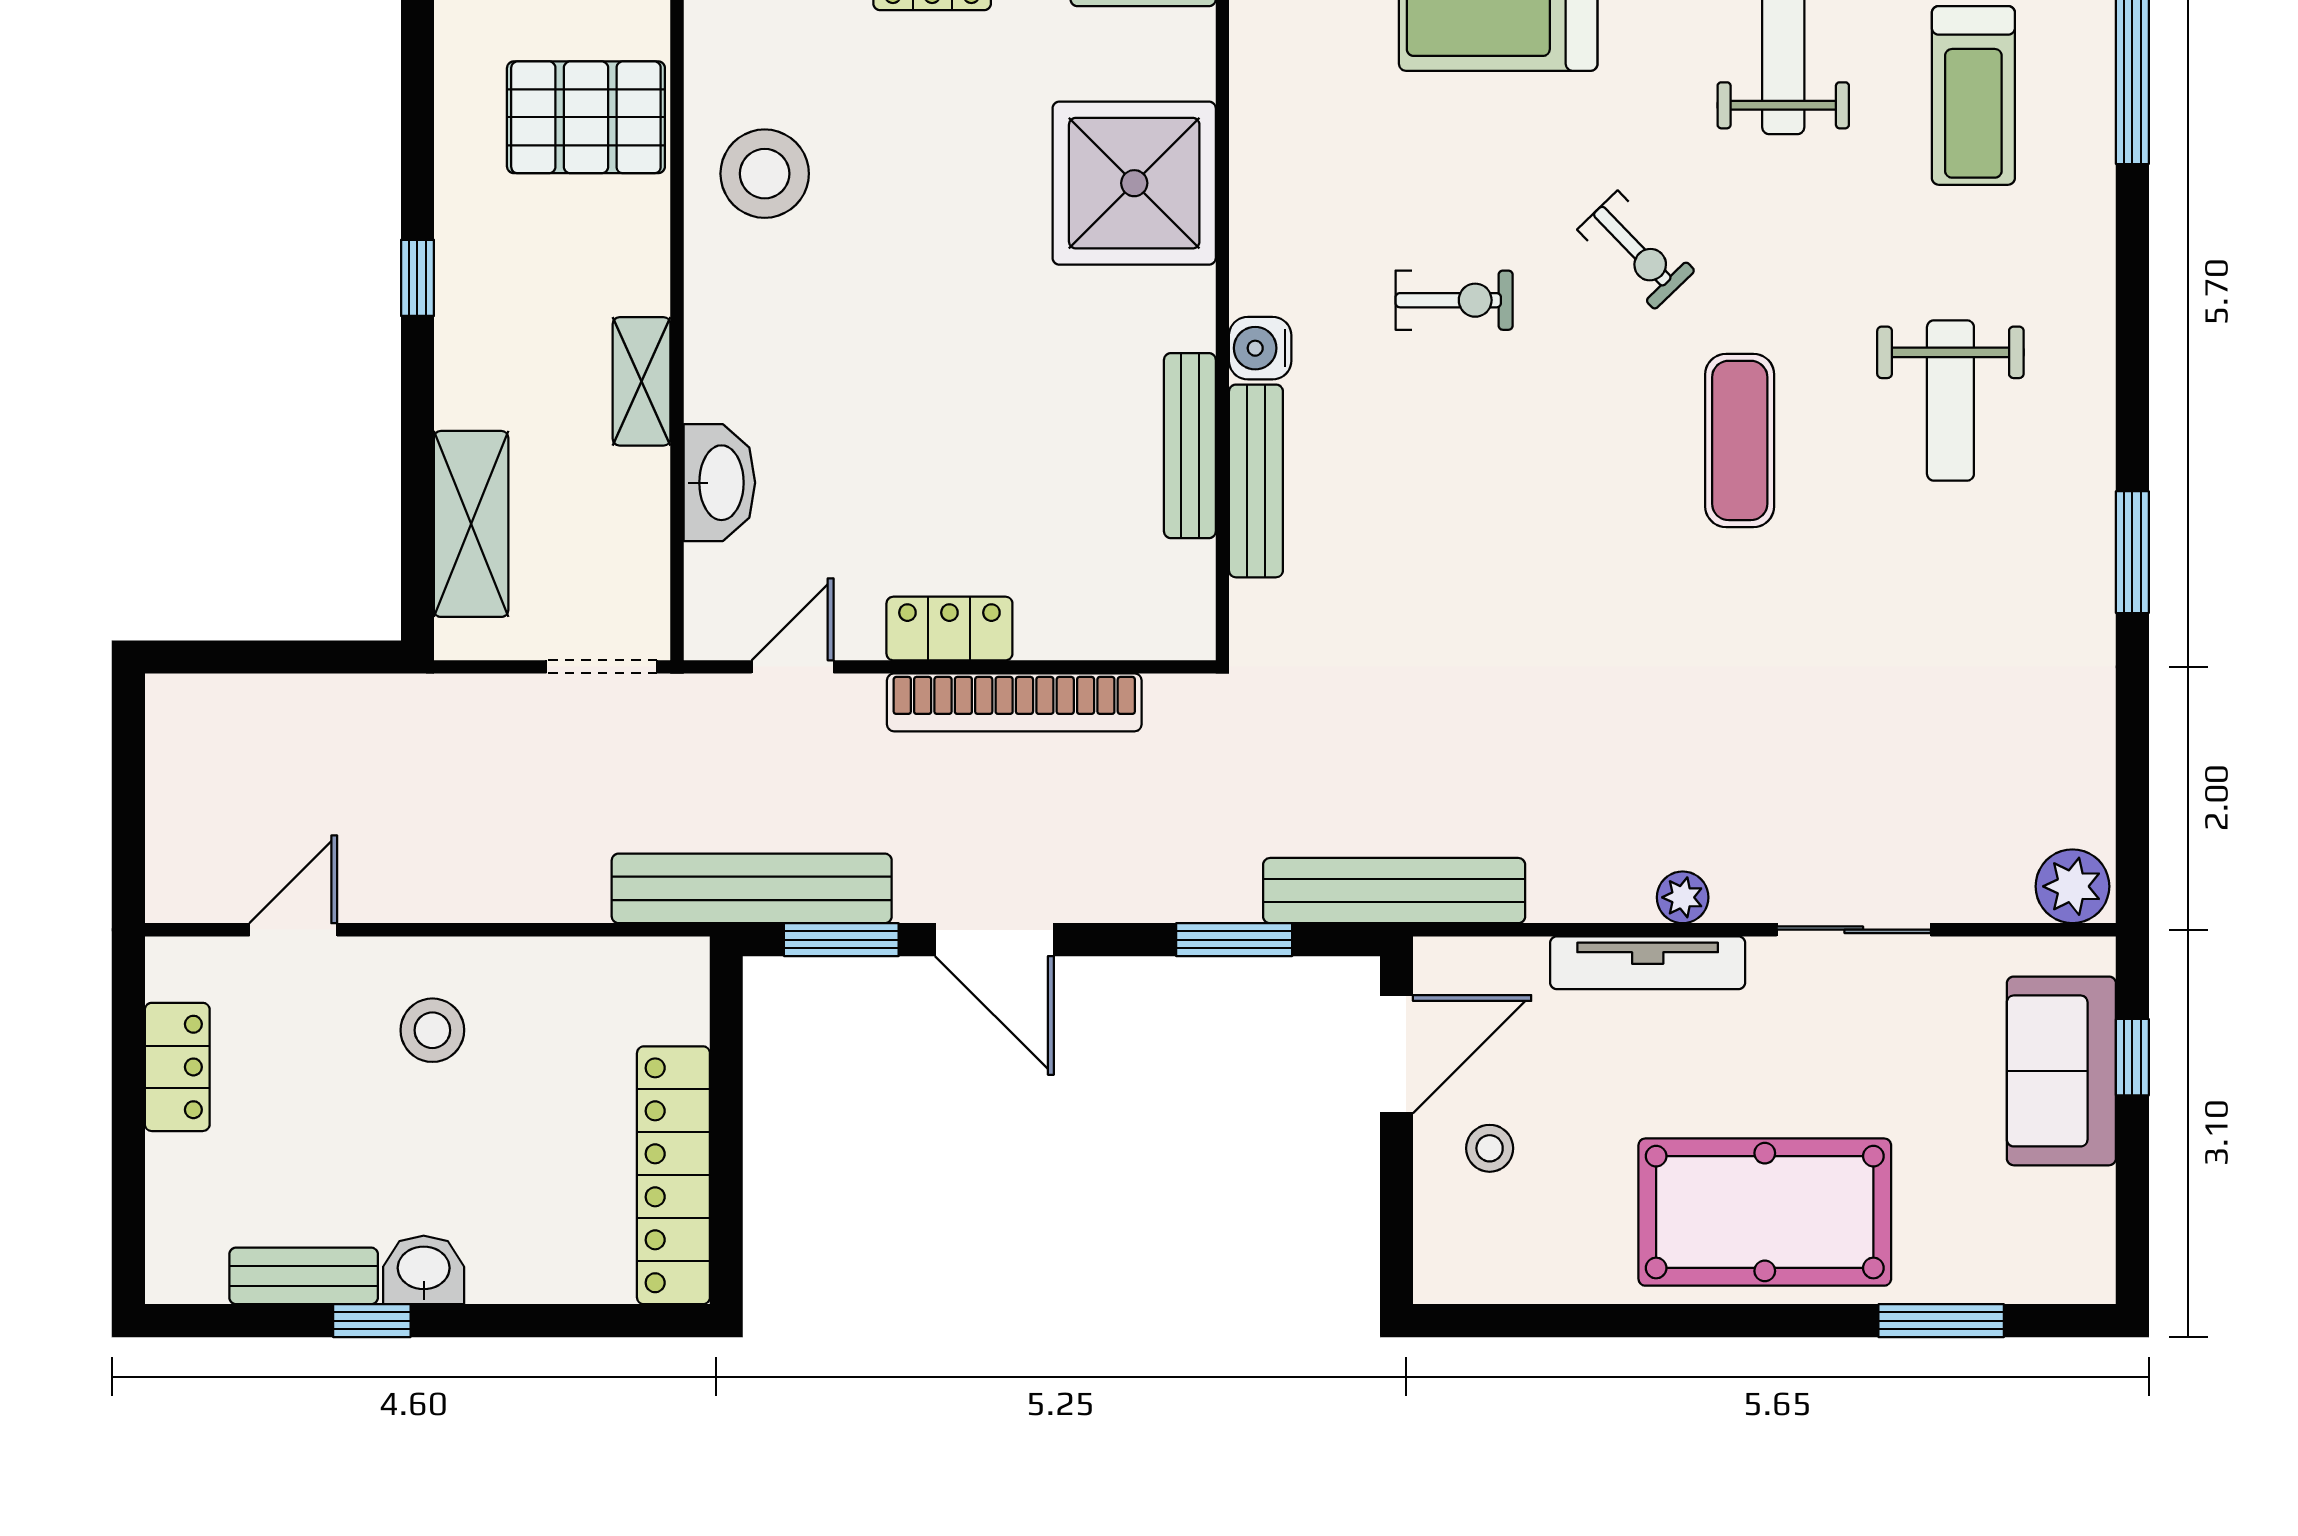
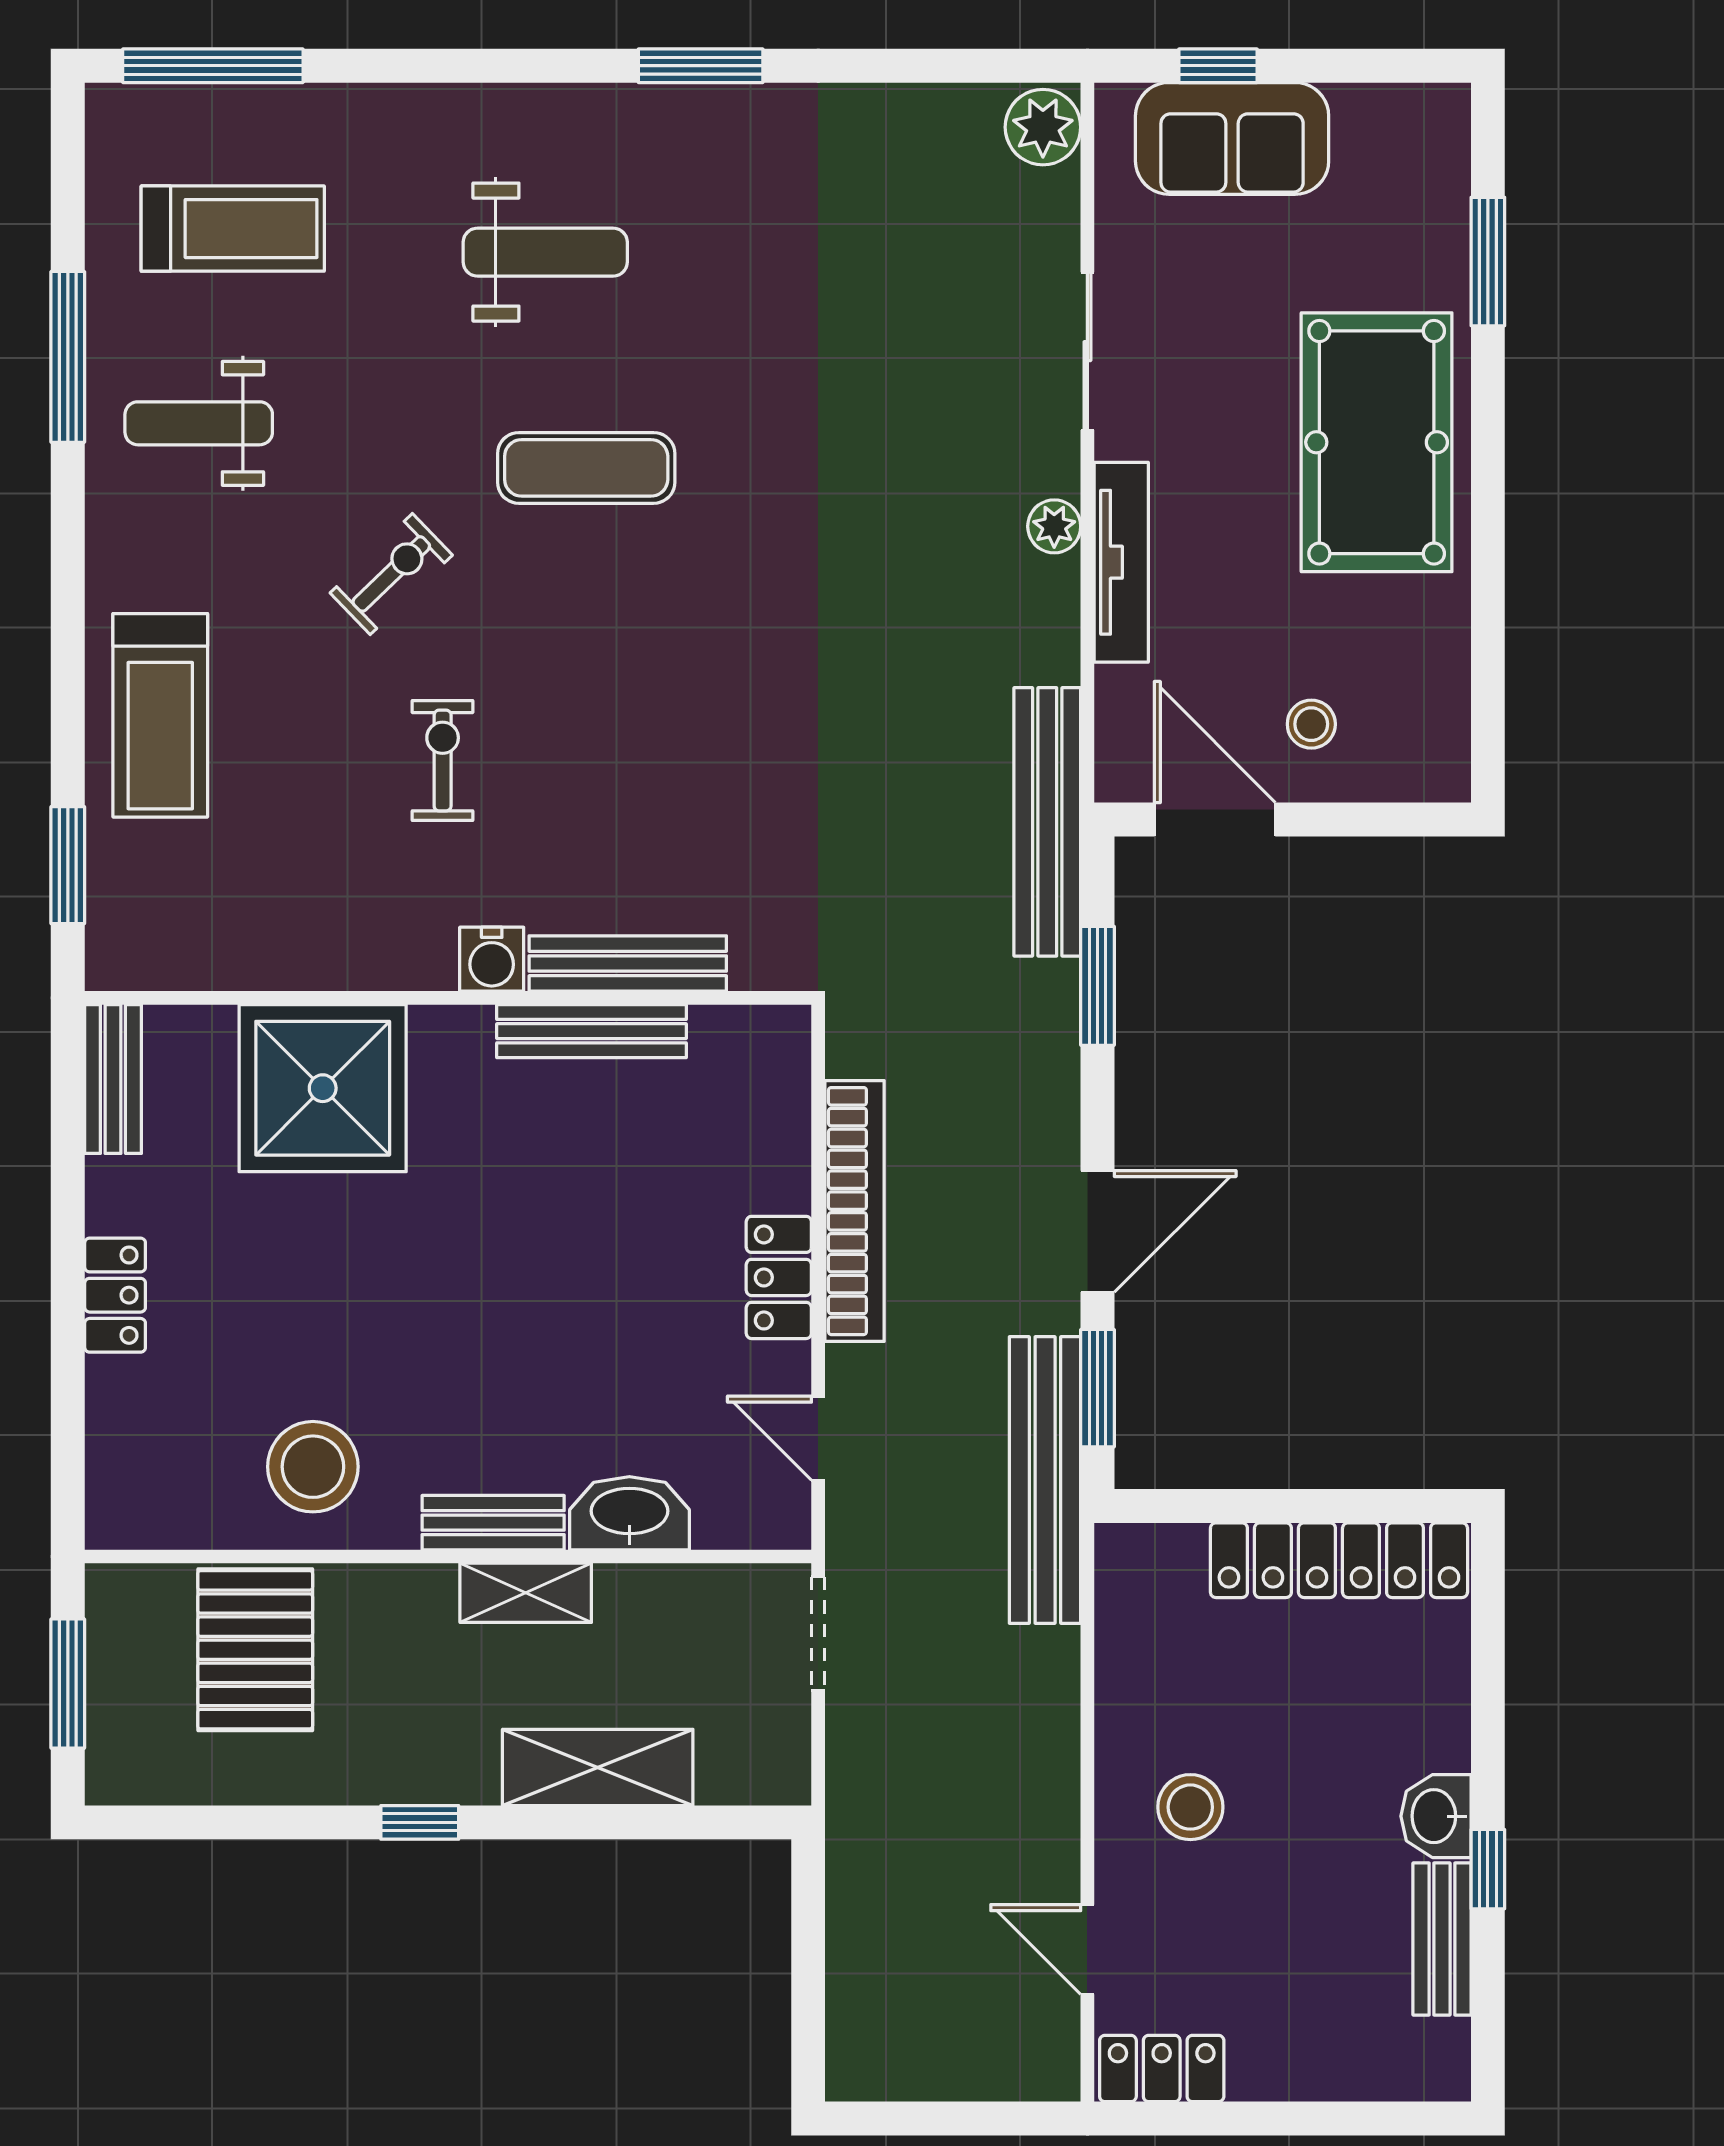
bench: (710, 350) -> (493, 1523), added
shelving: (471, 524) -> (598, 1767), moved
locker: (177, 1067) -> (1162, 2068), moved

